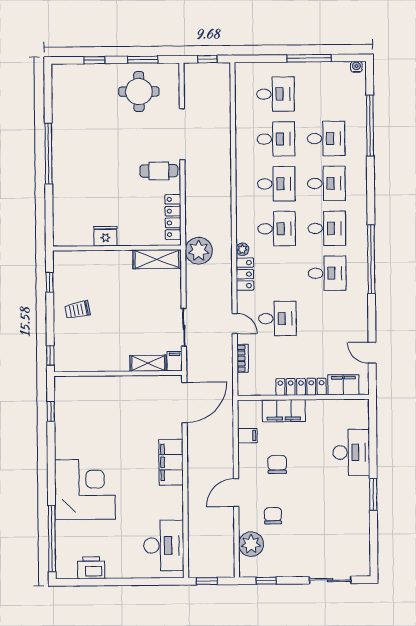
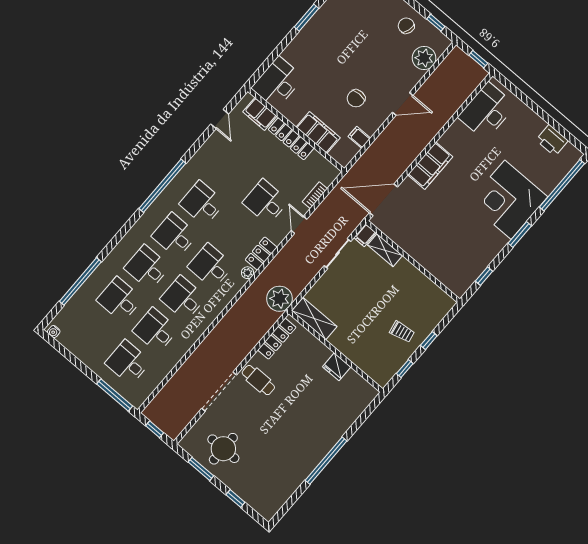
window: (309, 58) -> (115, 395), moved
window: (50, 355) -> (429, 341), moved
desk: (351, 452) -> (277, 83), moved
window: (51, 470) -> (520, 234), added
chair: (273, 516) -> (406, 26), moved, turned 107

